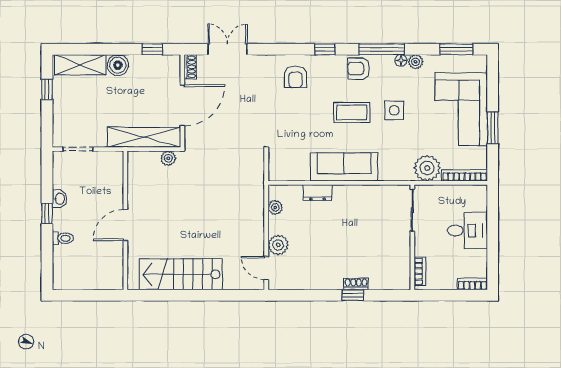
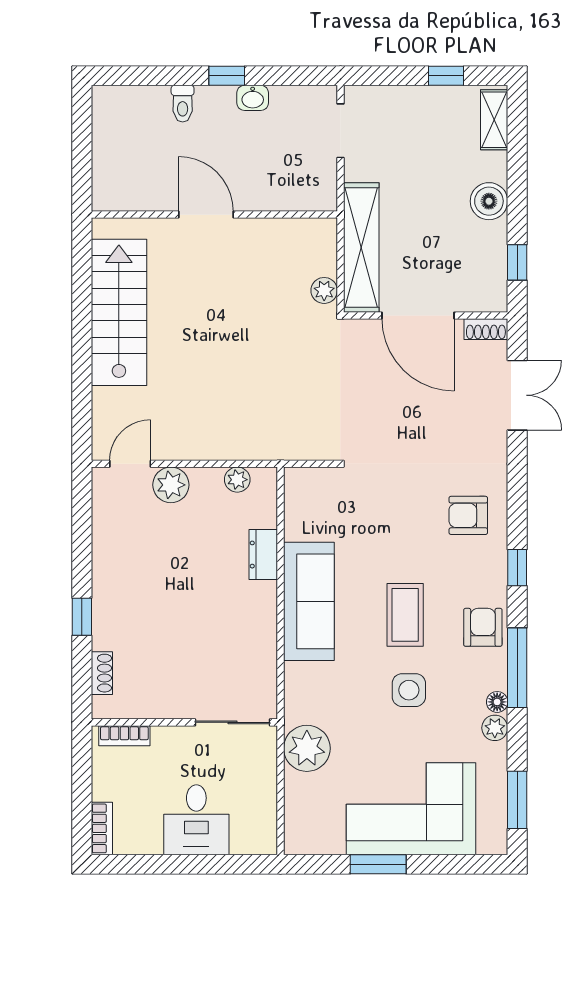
shelving: (80, 65) -> (494, 120), width x0.67, depth x0.75
bookcase: (465, 175) -> (294, 815), removed
shoe rack: (356, 284) -> (102, 673), moved

